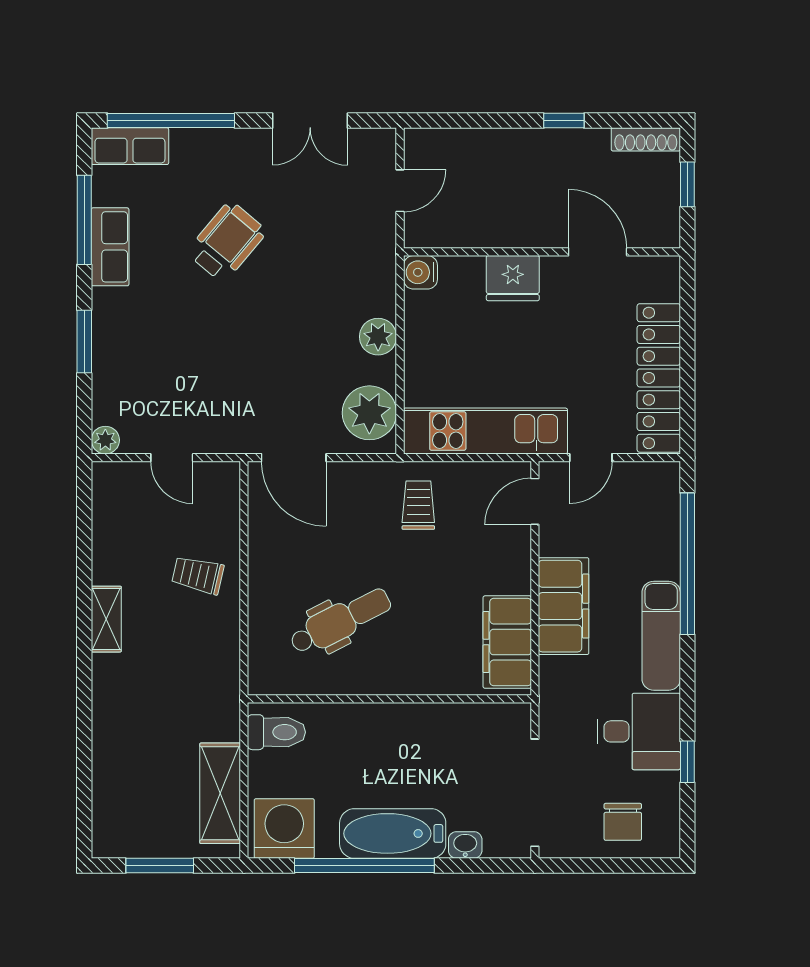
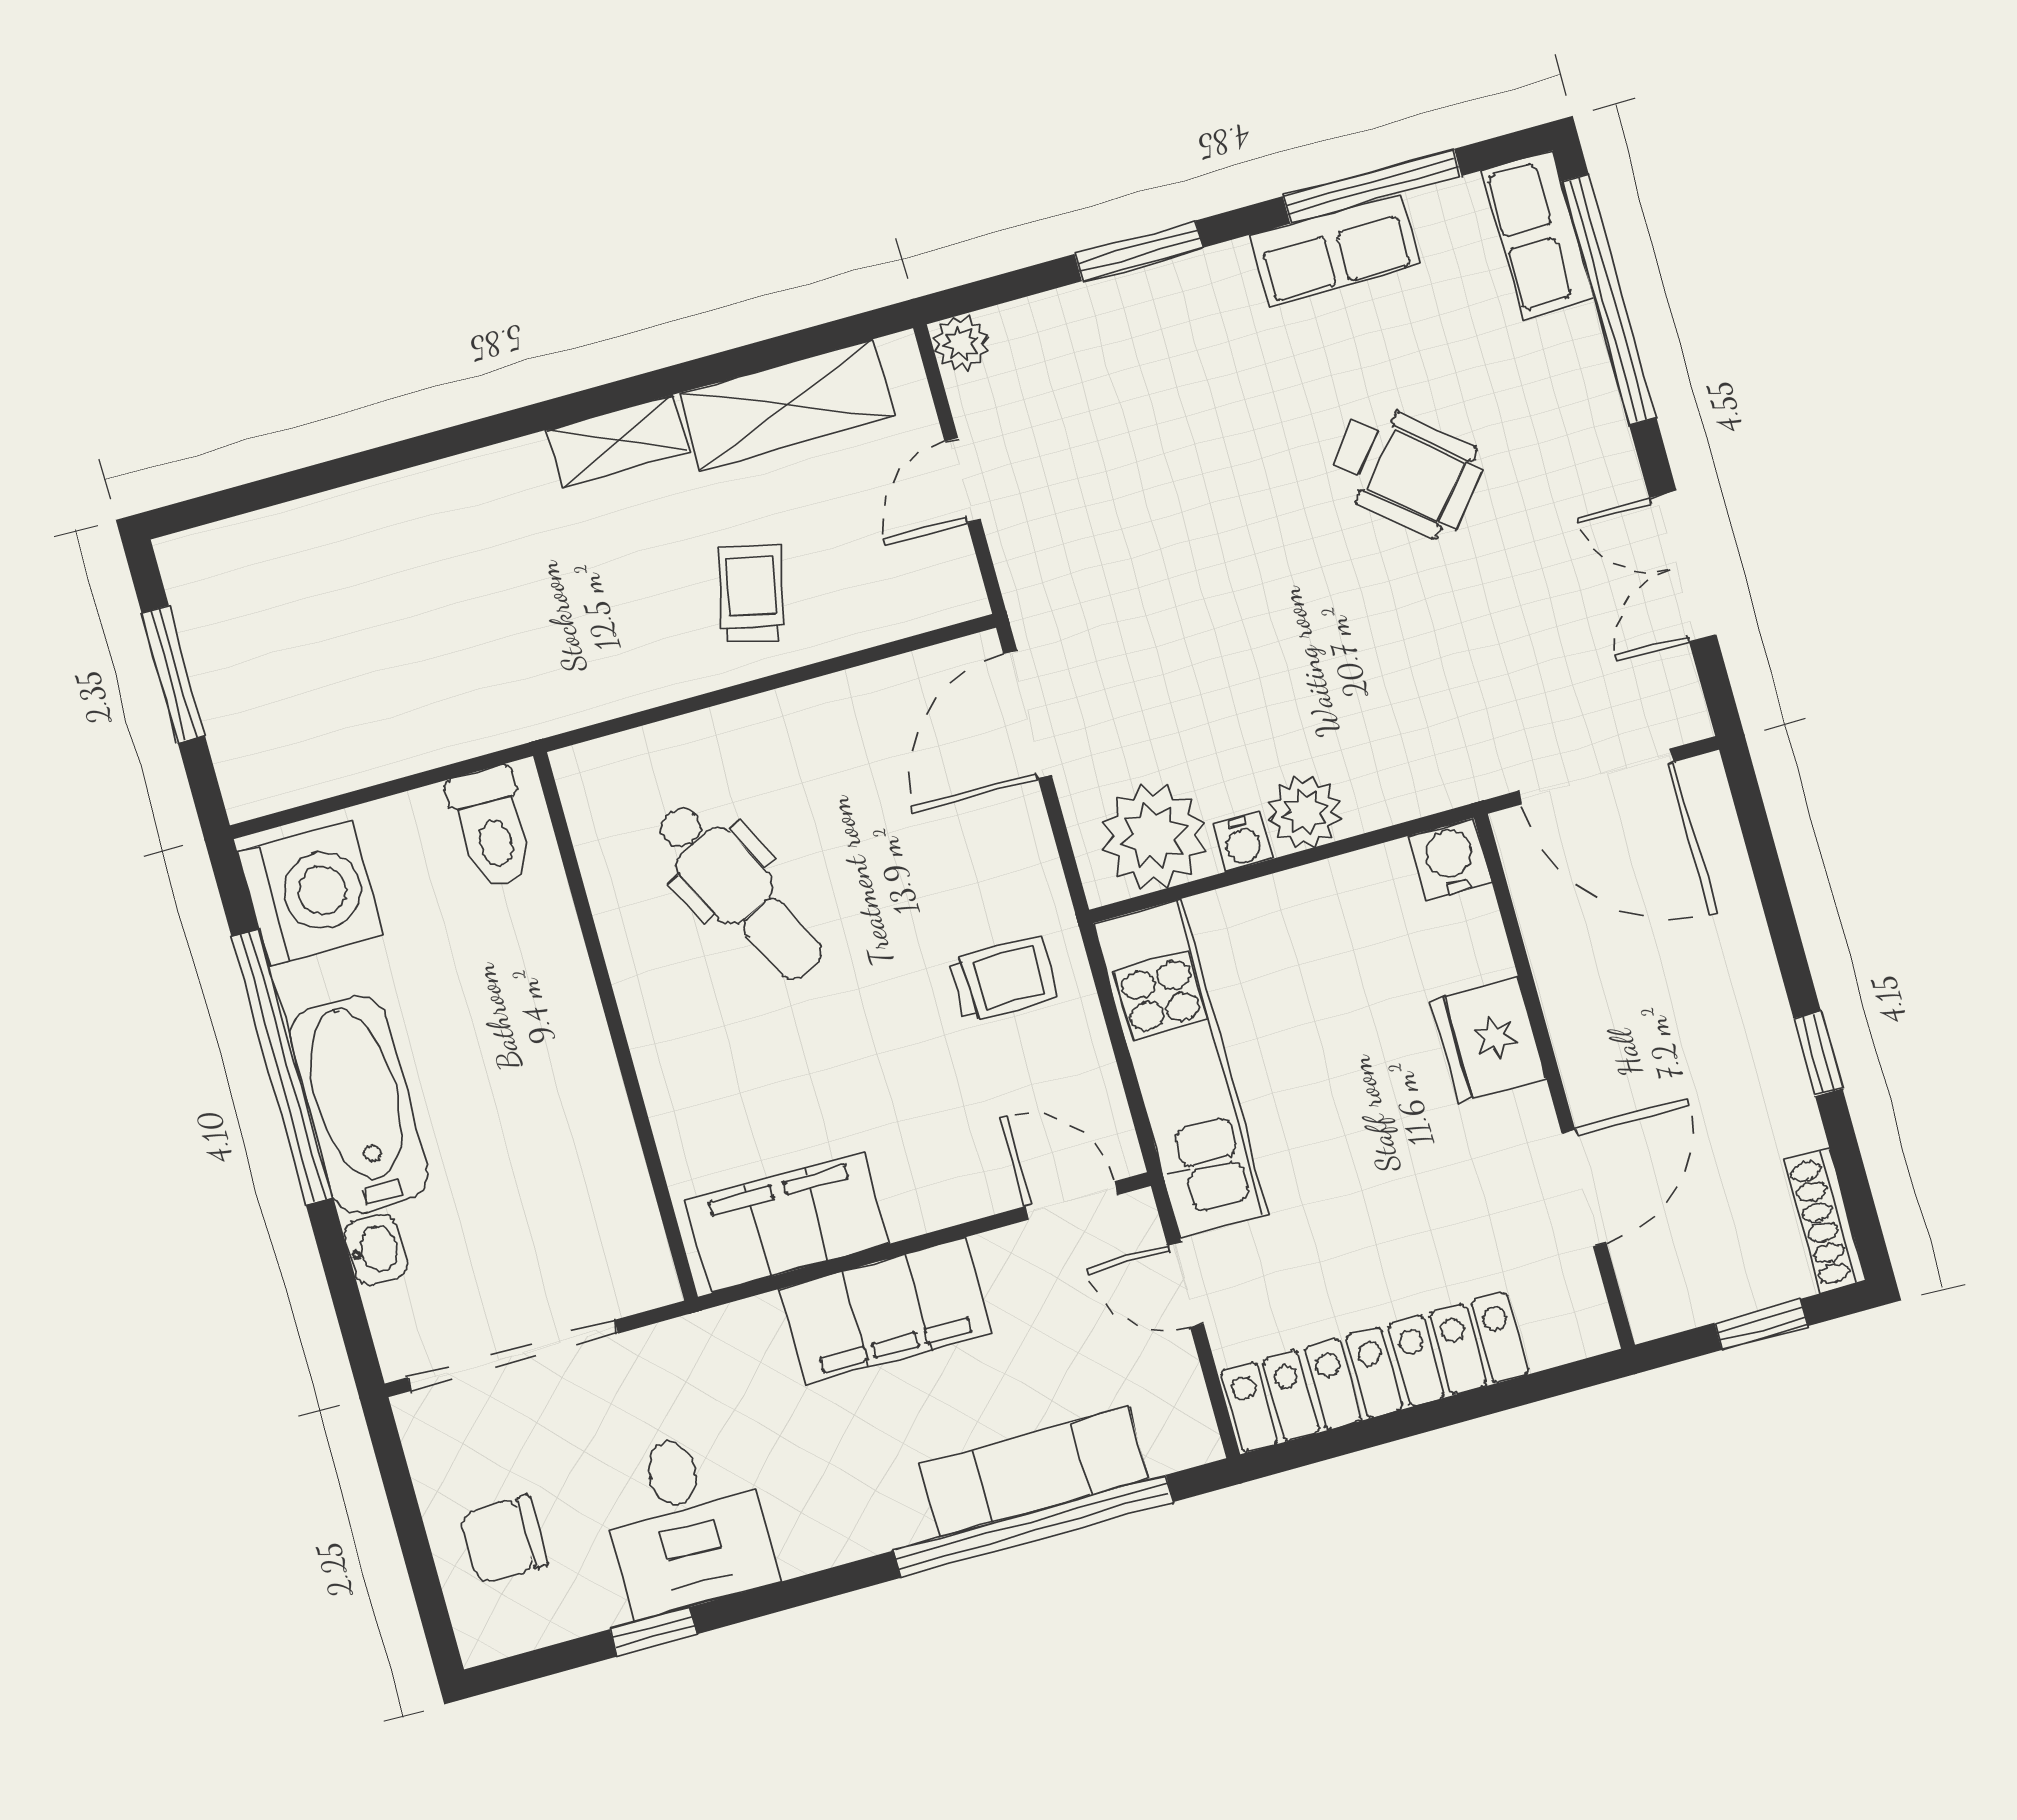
door: (400, 191) -> (1596, 776), width x1.87
water cooler: (384, 371) -> (1242, 842), added
exam couch: (661, 636) -> (1034, 1472), moved
shelving: (220, 793) -> (786, 405), moved

